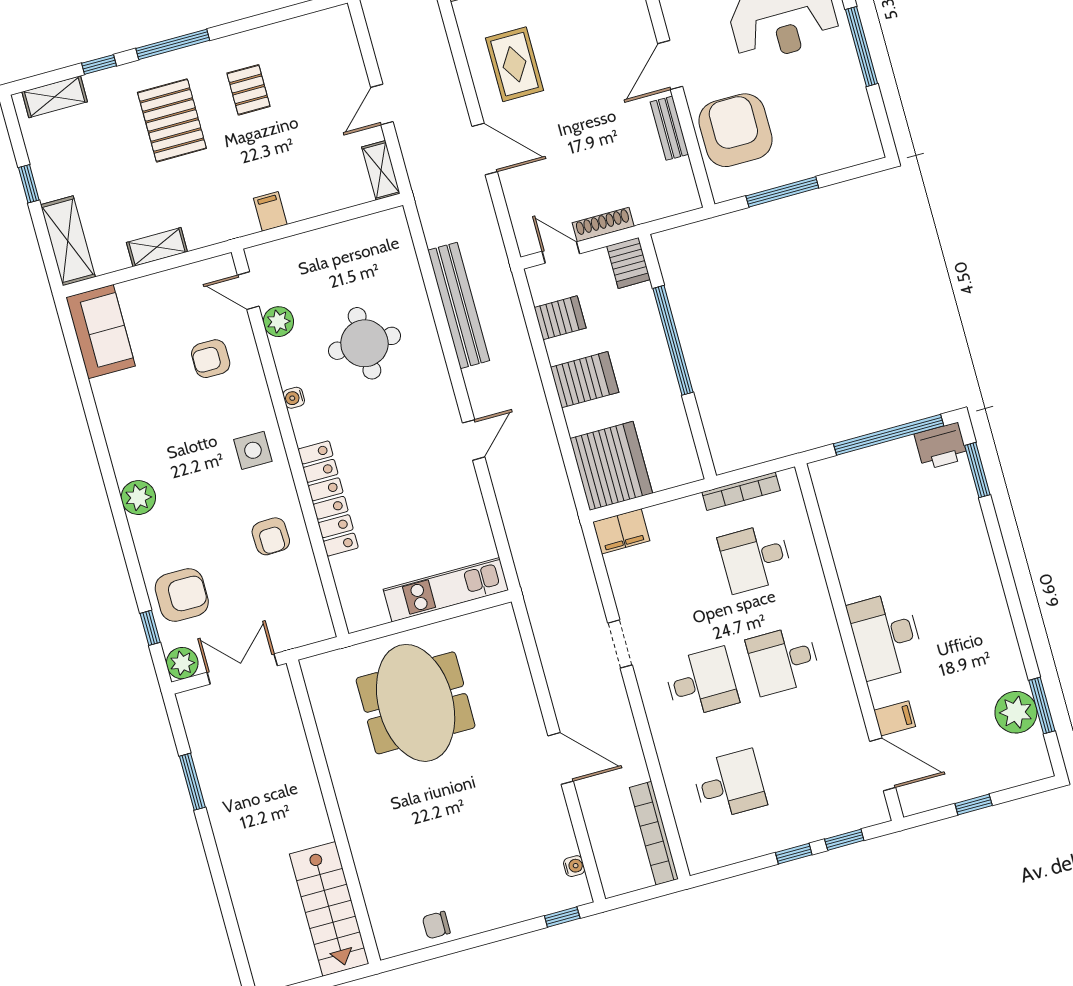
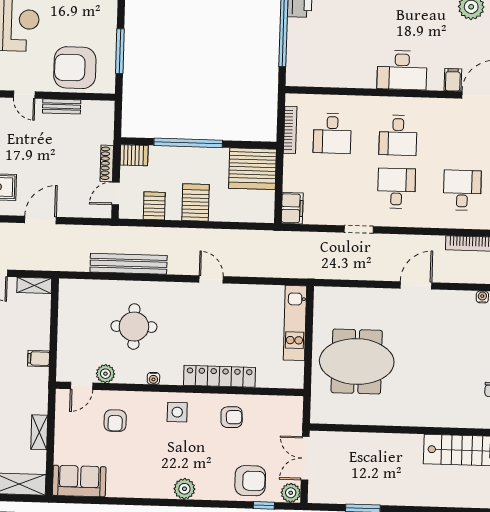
door: (670, 65) -> (24, 95), width x0.73
server rack: (611, 466) -> (252, 169), moved, turned 180
armchair: (182, 595) -> (250, 481), turned 90

